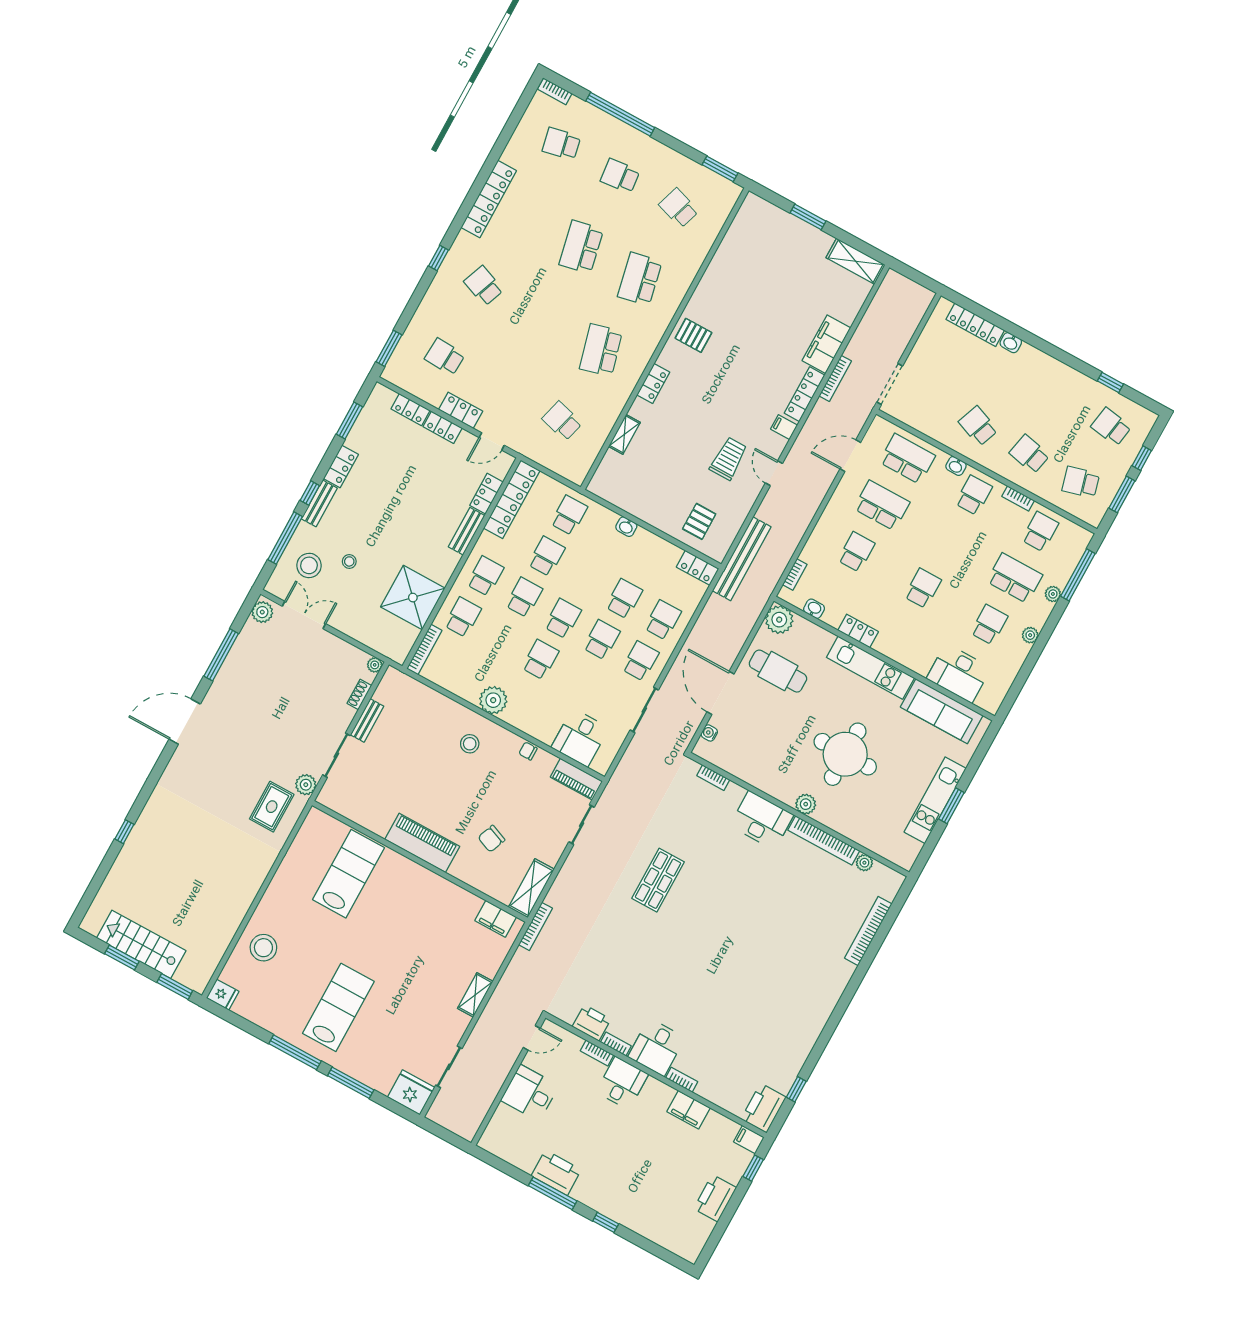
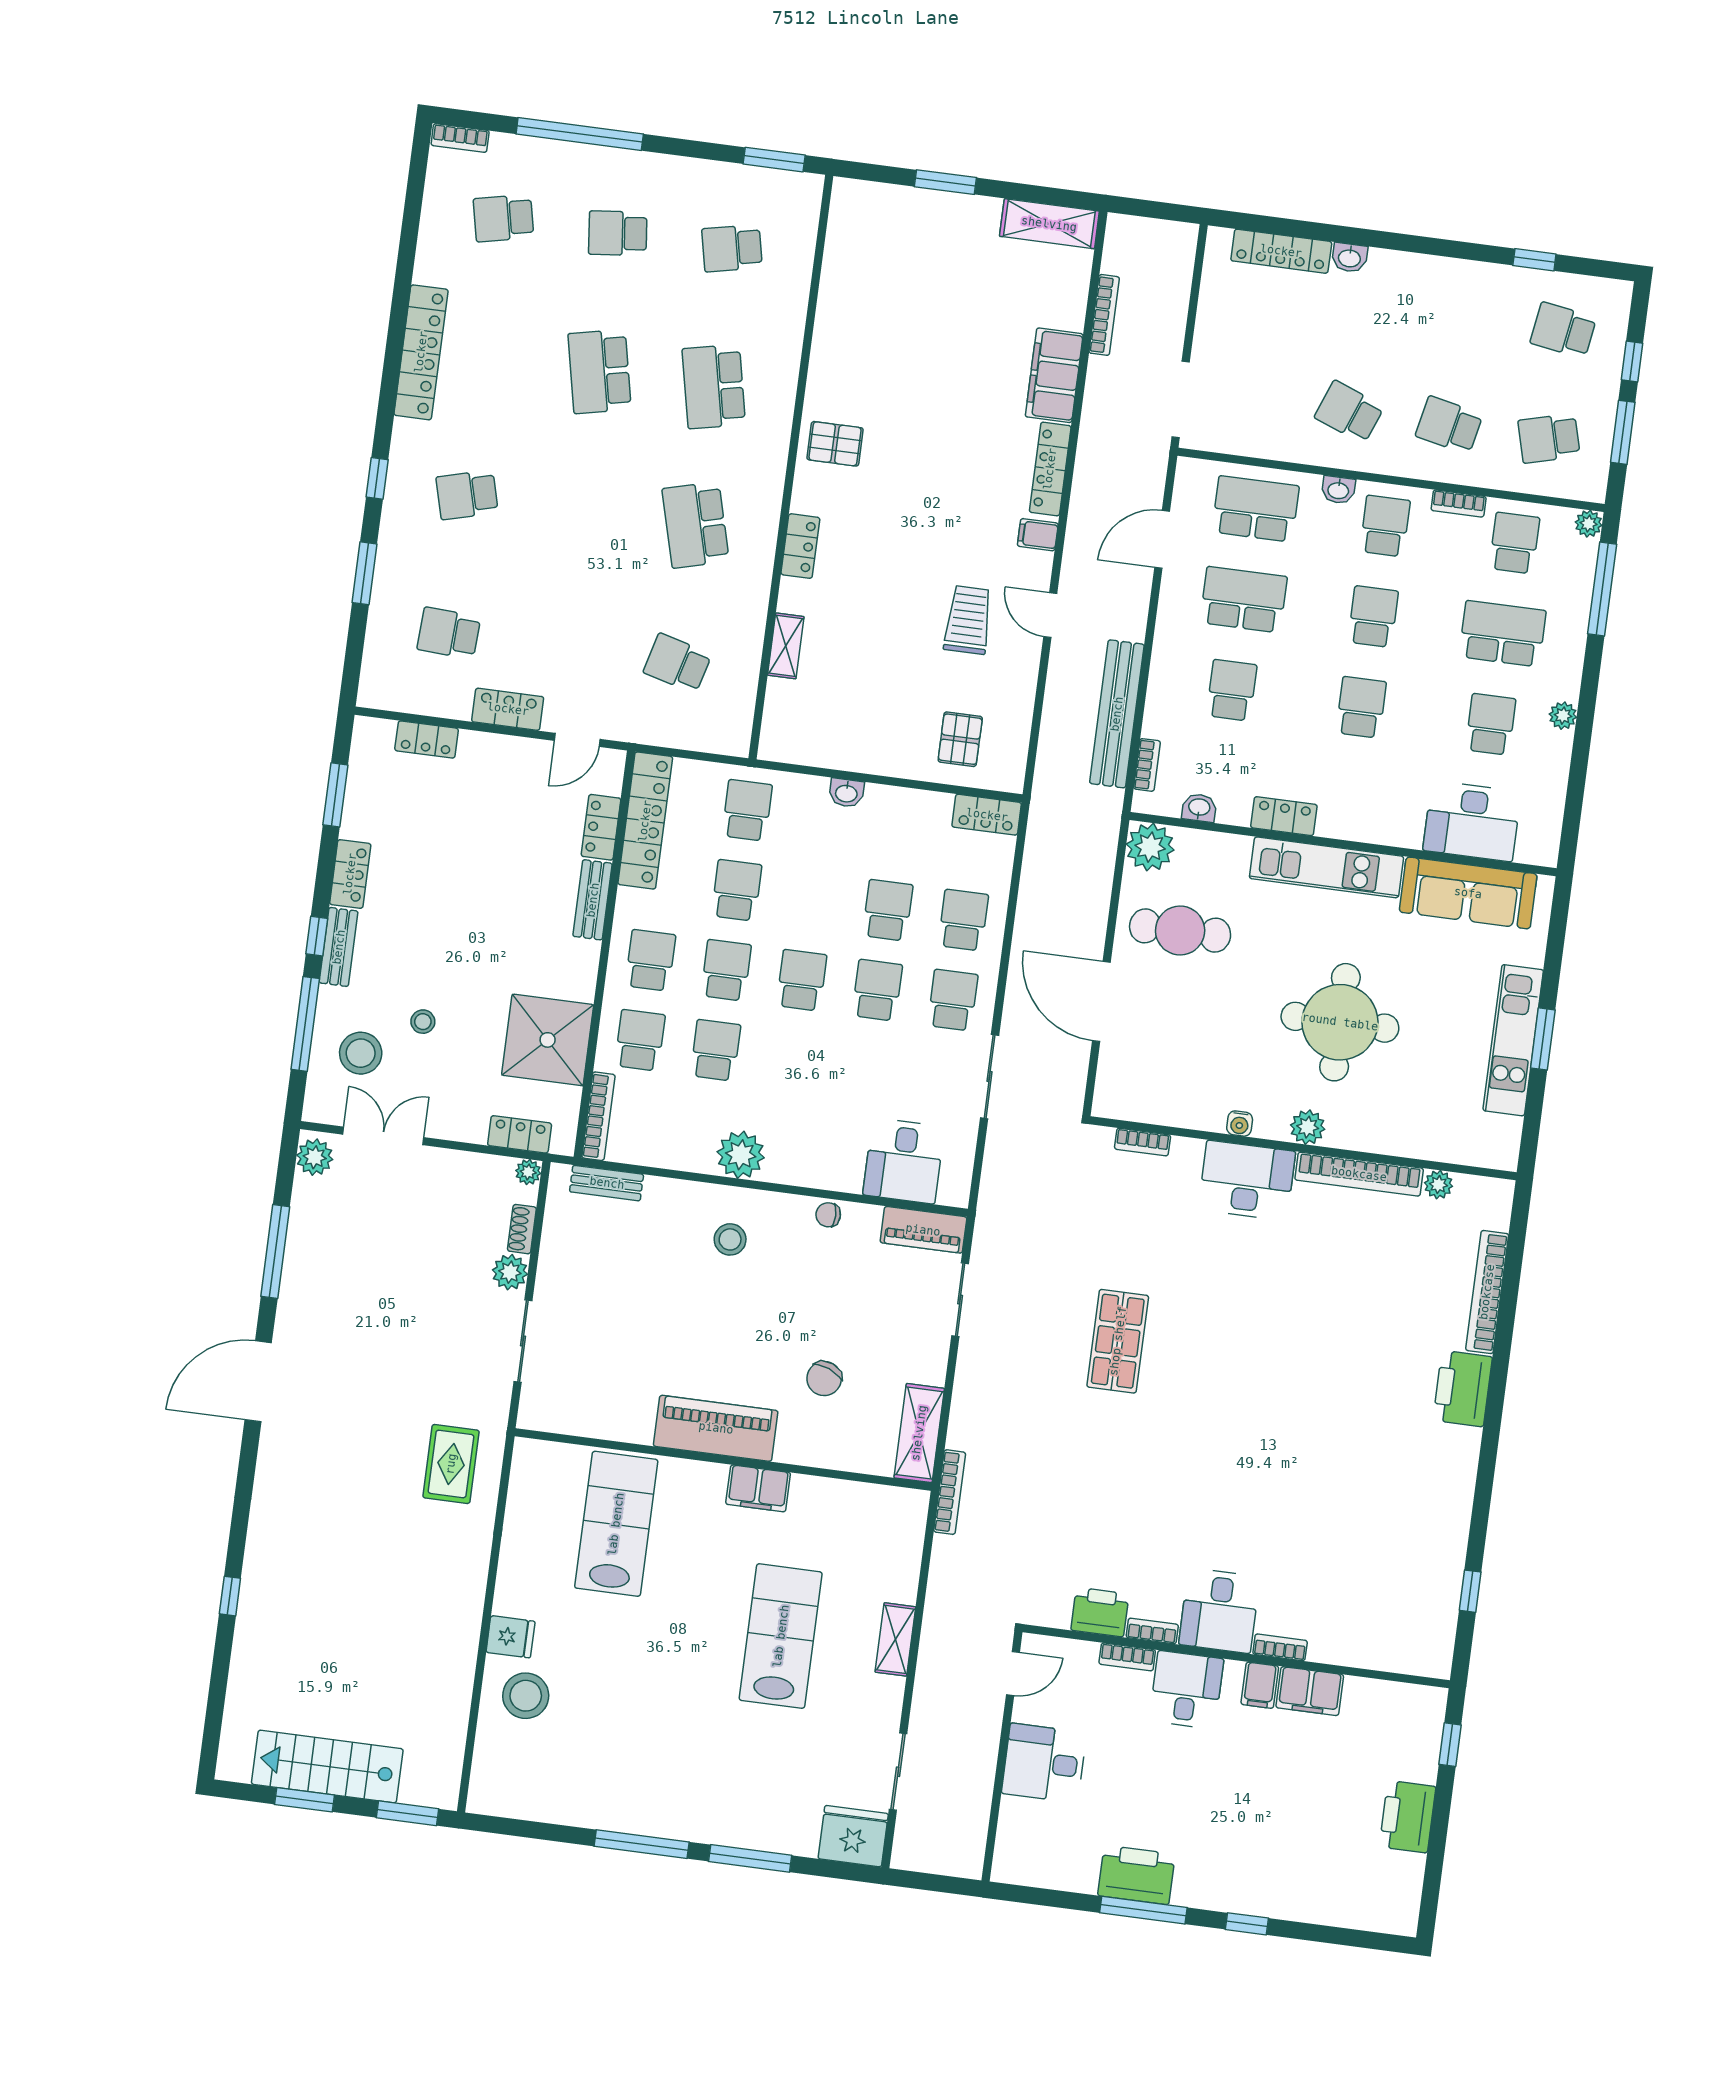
school desk: (679, 208) -> (732, 248), turned -30
school desk: (484, 286) -> (467, 495), turned -36
window: (389, 348) -> (365, 573), moved
bookcase: (835, 378) -> (1104, 315), moved
locker: (443, 427) -> (520, 1134), moved, turned 180
school desk: (948, 542) -> (1373, 617), added
bench: (742, 559) -> (1117, 714), moved
plant: (1053, 594) -> (1589, 524), moved
school desk: (540, 660) -> (715, 1050), moved
bench: (367, 720) -> (607, 1183), moved, turned 90
water cooler: (709, 733) -> (1240, 1124), moved, turned -90
plant: (306, 785) -> (510, 1272), moved
filing cabinet: (496, 919) -> (758, 1488), moved
fridge: (223, 995) -> (510, 1637), moved
lab bench: (338, 1007) -> (781, 1636), moved
printer: (764, 1108) -> (1463, 1389), moved
filing cabinet: (749, 1140) -> (1260, 1685), moved, turned -90

